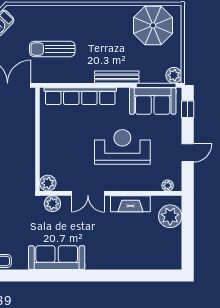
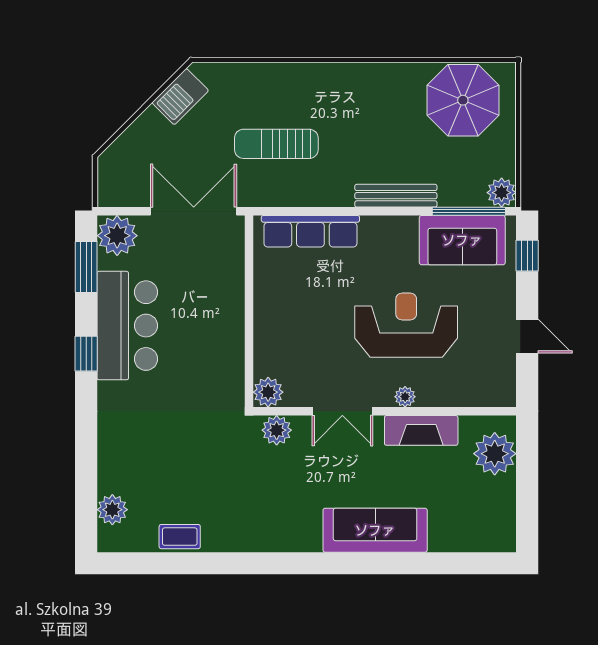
row of seats: (80, 96) -> (310, 231), width x0.73
door: (188, 153) -> (527, 336), hinge flipped
plant: (168, 186) -> (405, 397), moved
sofa: (57, 258) -> (375, 530), moved

